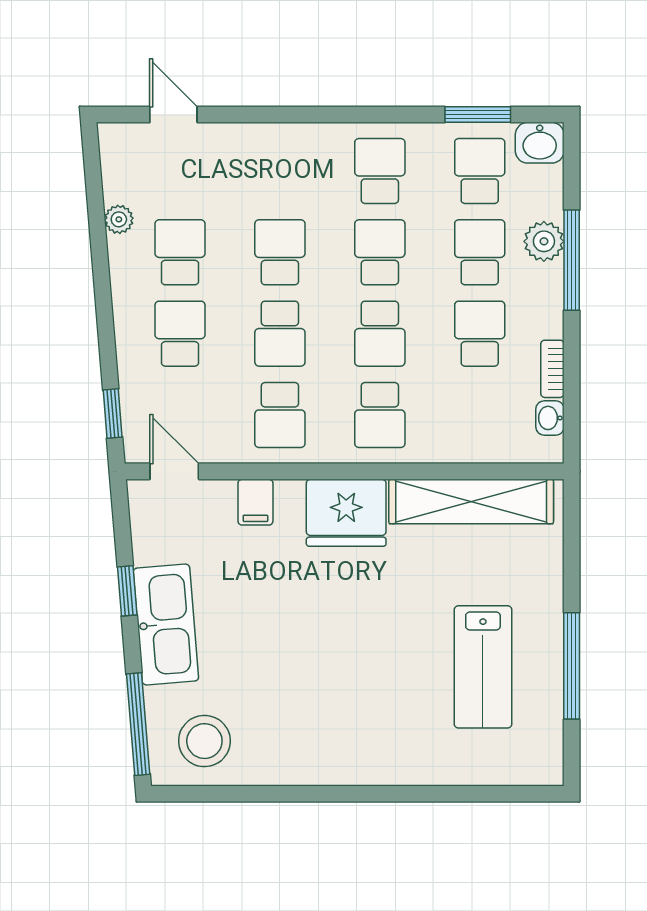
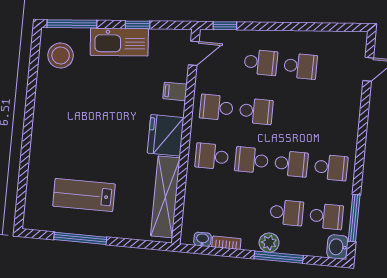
window: (478, 115) -> (354, 218), width x1.44
plant: (119, 219) -> (319, 38), removed
plant: (544, 241) -> (269, 243), moved
school desk: (280, 252) -> (296, 115), removed
school desk: (280, 334) -> (256, 111), turned 180
school desk: (480, 334) -> (247, 209), removed

